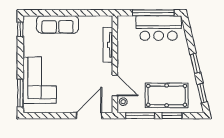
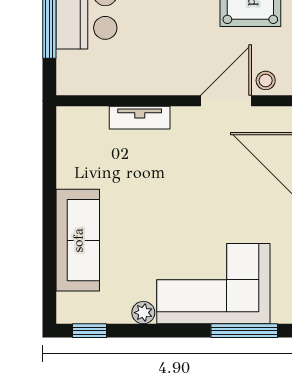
tv unit: (108, 45) -> (140, 118), width x0.71
plant: (28, 51) -> (143, 313), added

